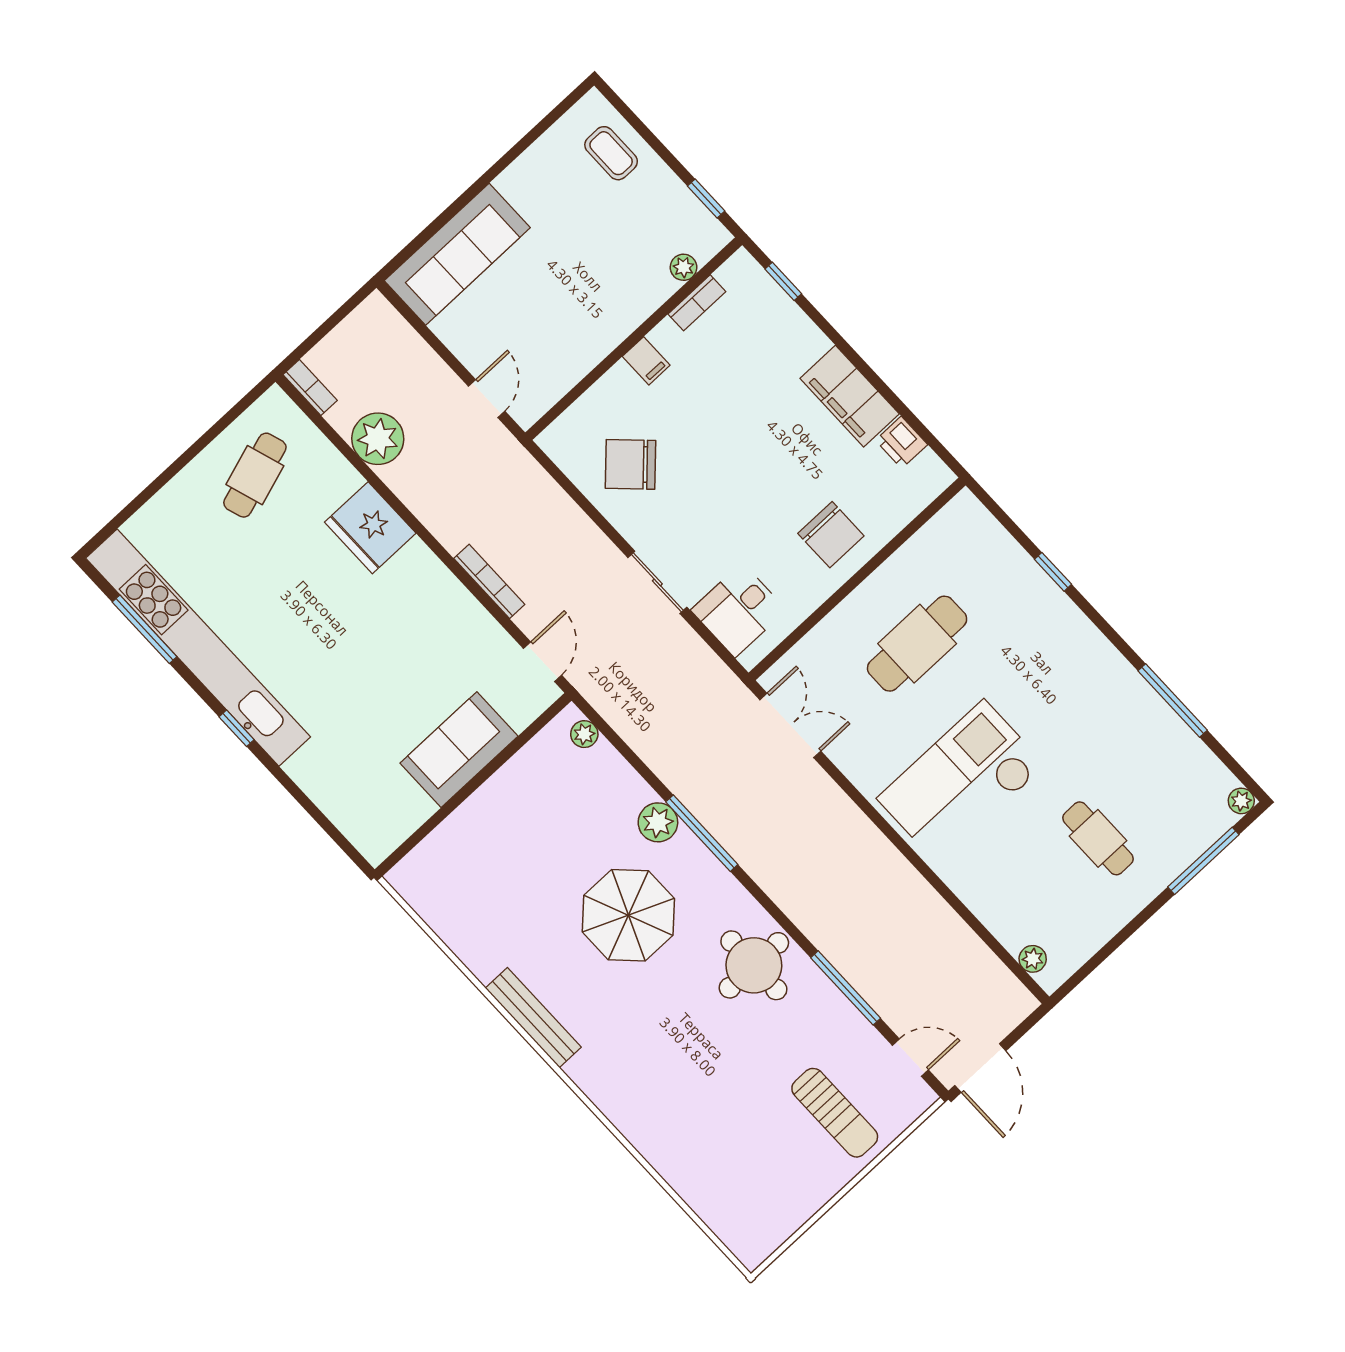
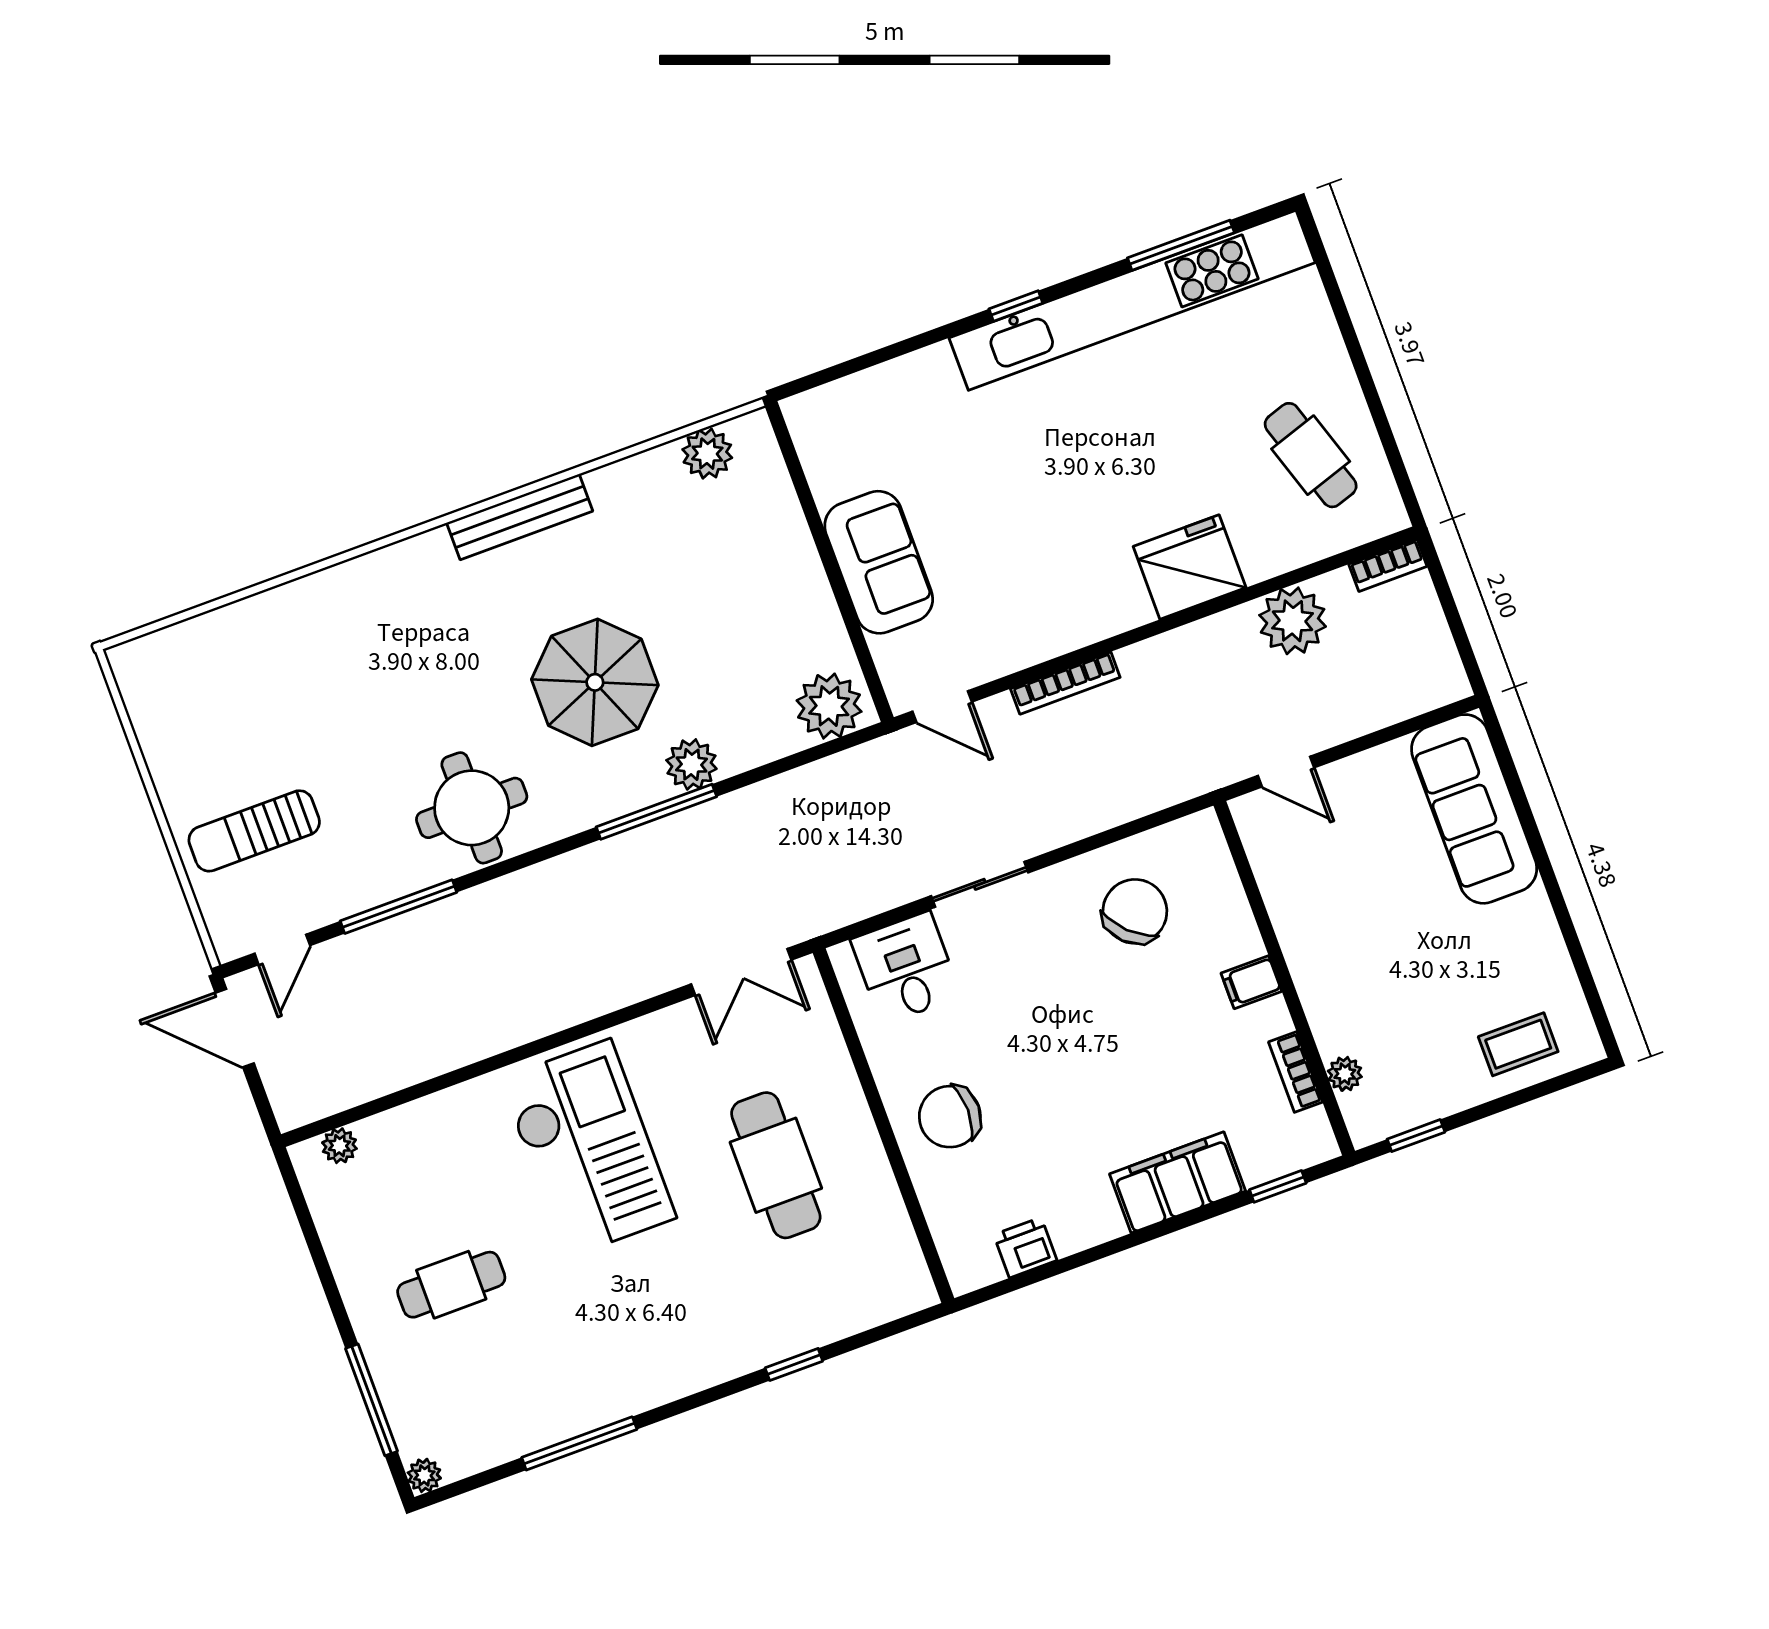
filing cabinet: (850, 396) -> (1178, 1182), moved
plant: (584, 734) -> (829, 706), width x1.88, depth x1.88
plant: (433, 903) -> (707, 454), added

